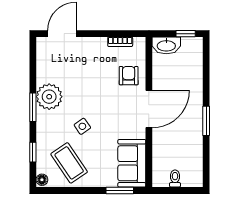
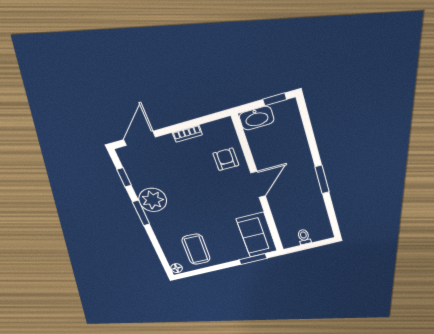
bookcase: (120, 42) -> (187, 134), moved
door: (149, 109) -> (258, 184), width x0.73
side table: (82, 126) -> (196, 217), removed
window: (33, 152) -> (124, 177), moved
coffee table: (69, 163) -> (196, 249), turned 36

